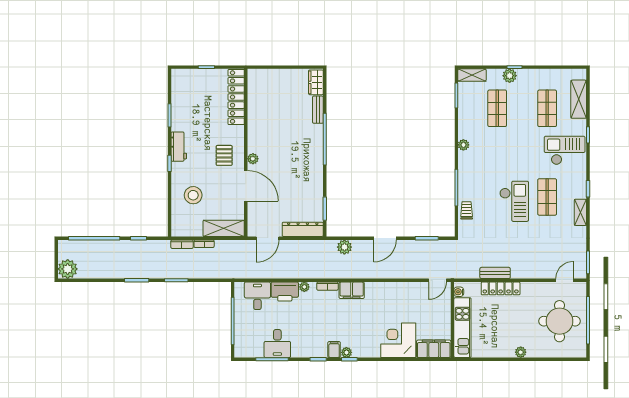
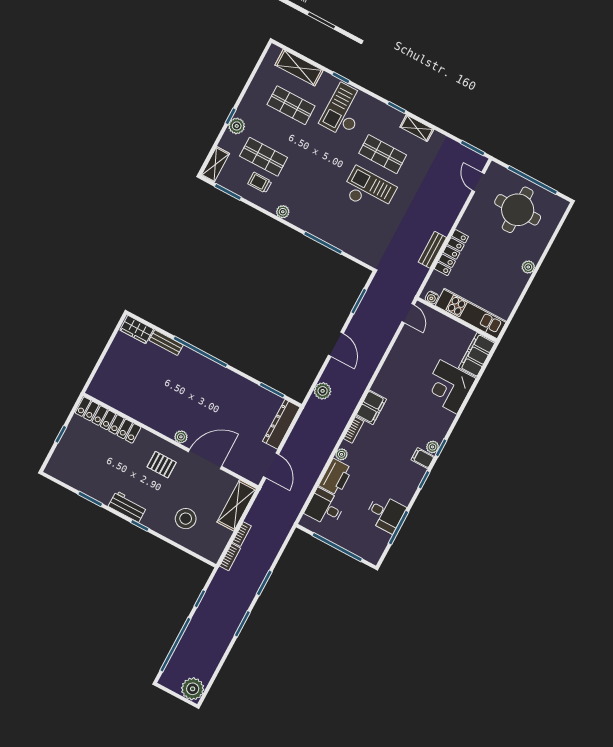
trolley: (467, 210) -> (260, 183), moved

